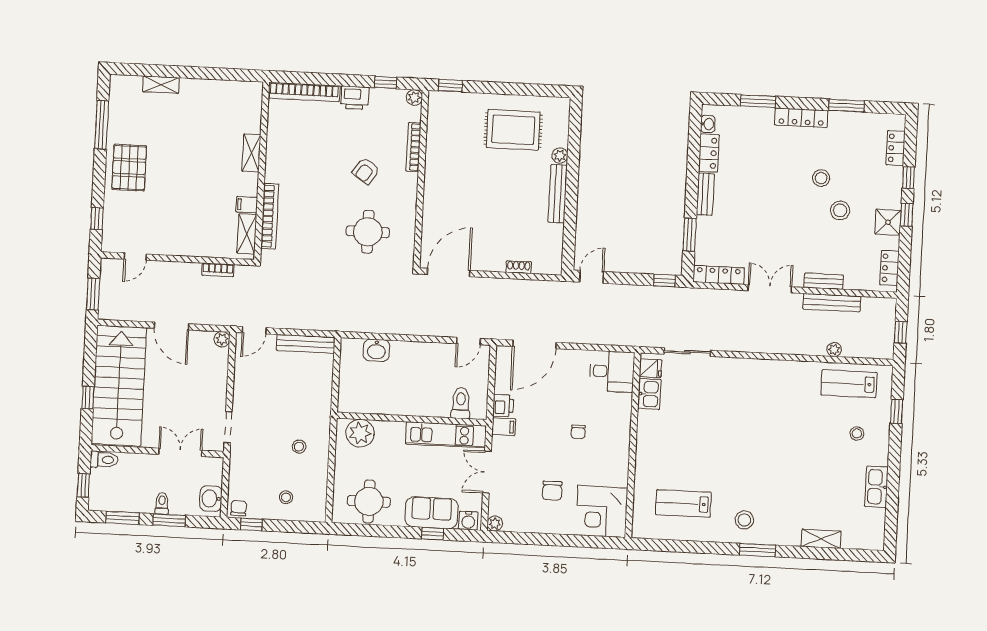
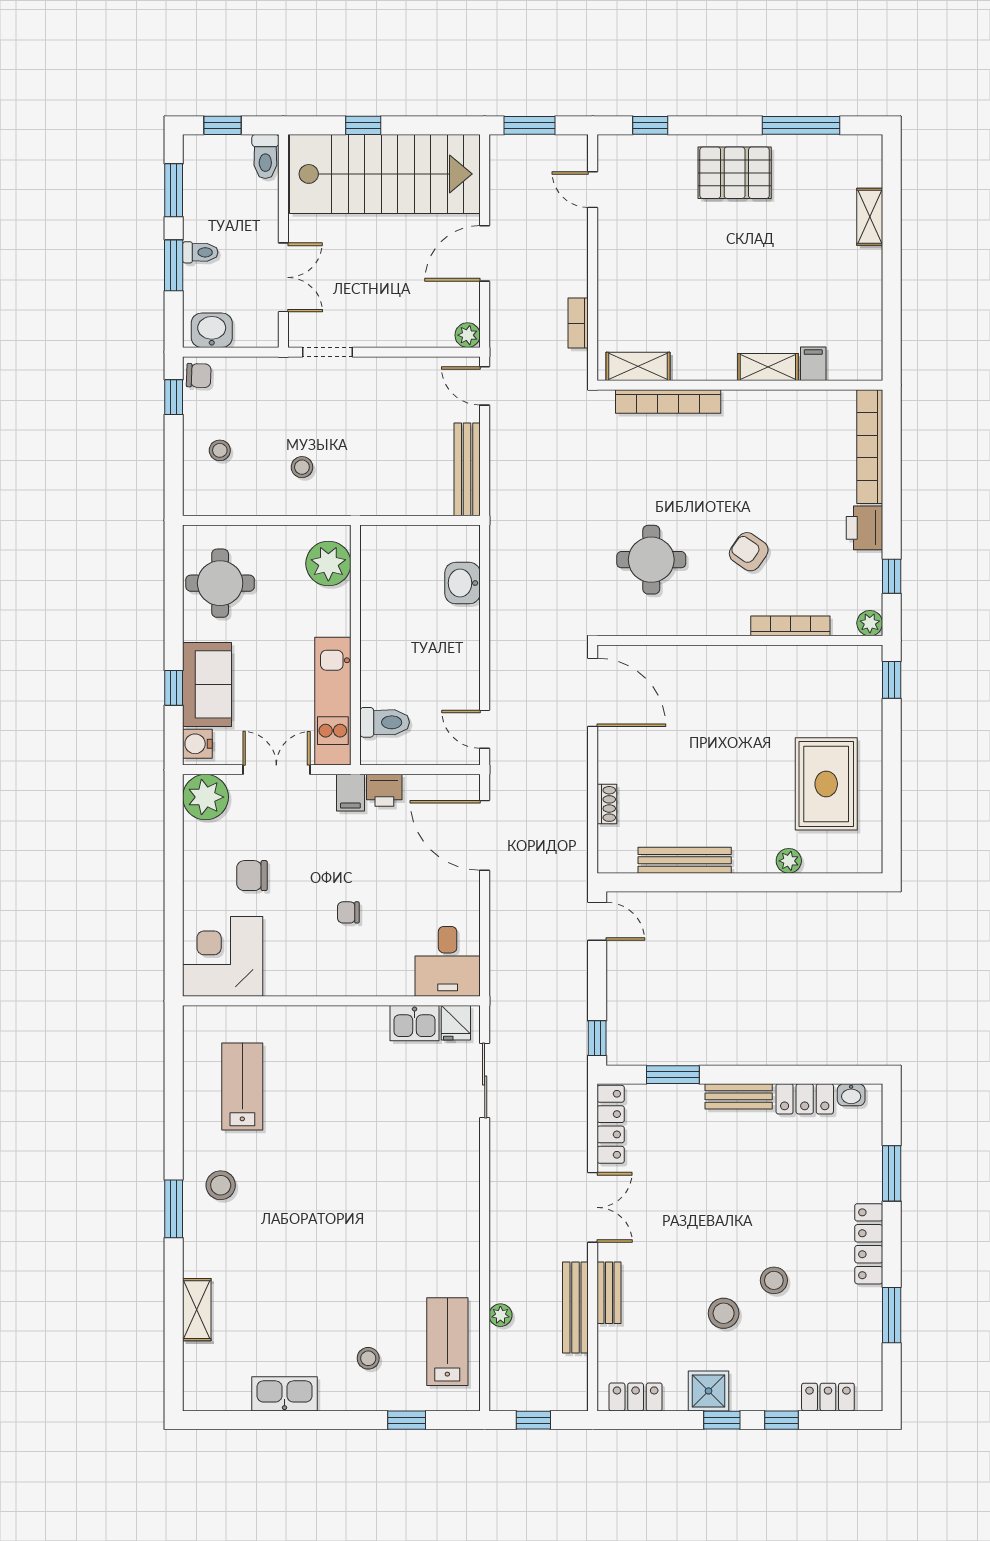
bench: (558, 194) -> (685, 860), moved
filing cabinet: (247, 205) -> (813, 364), moved
plant: (495, 524) -> (206, 797), width x1.87, depth x1.87

